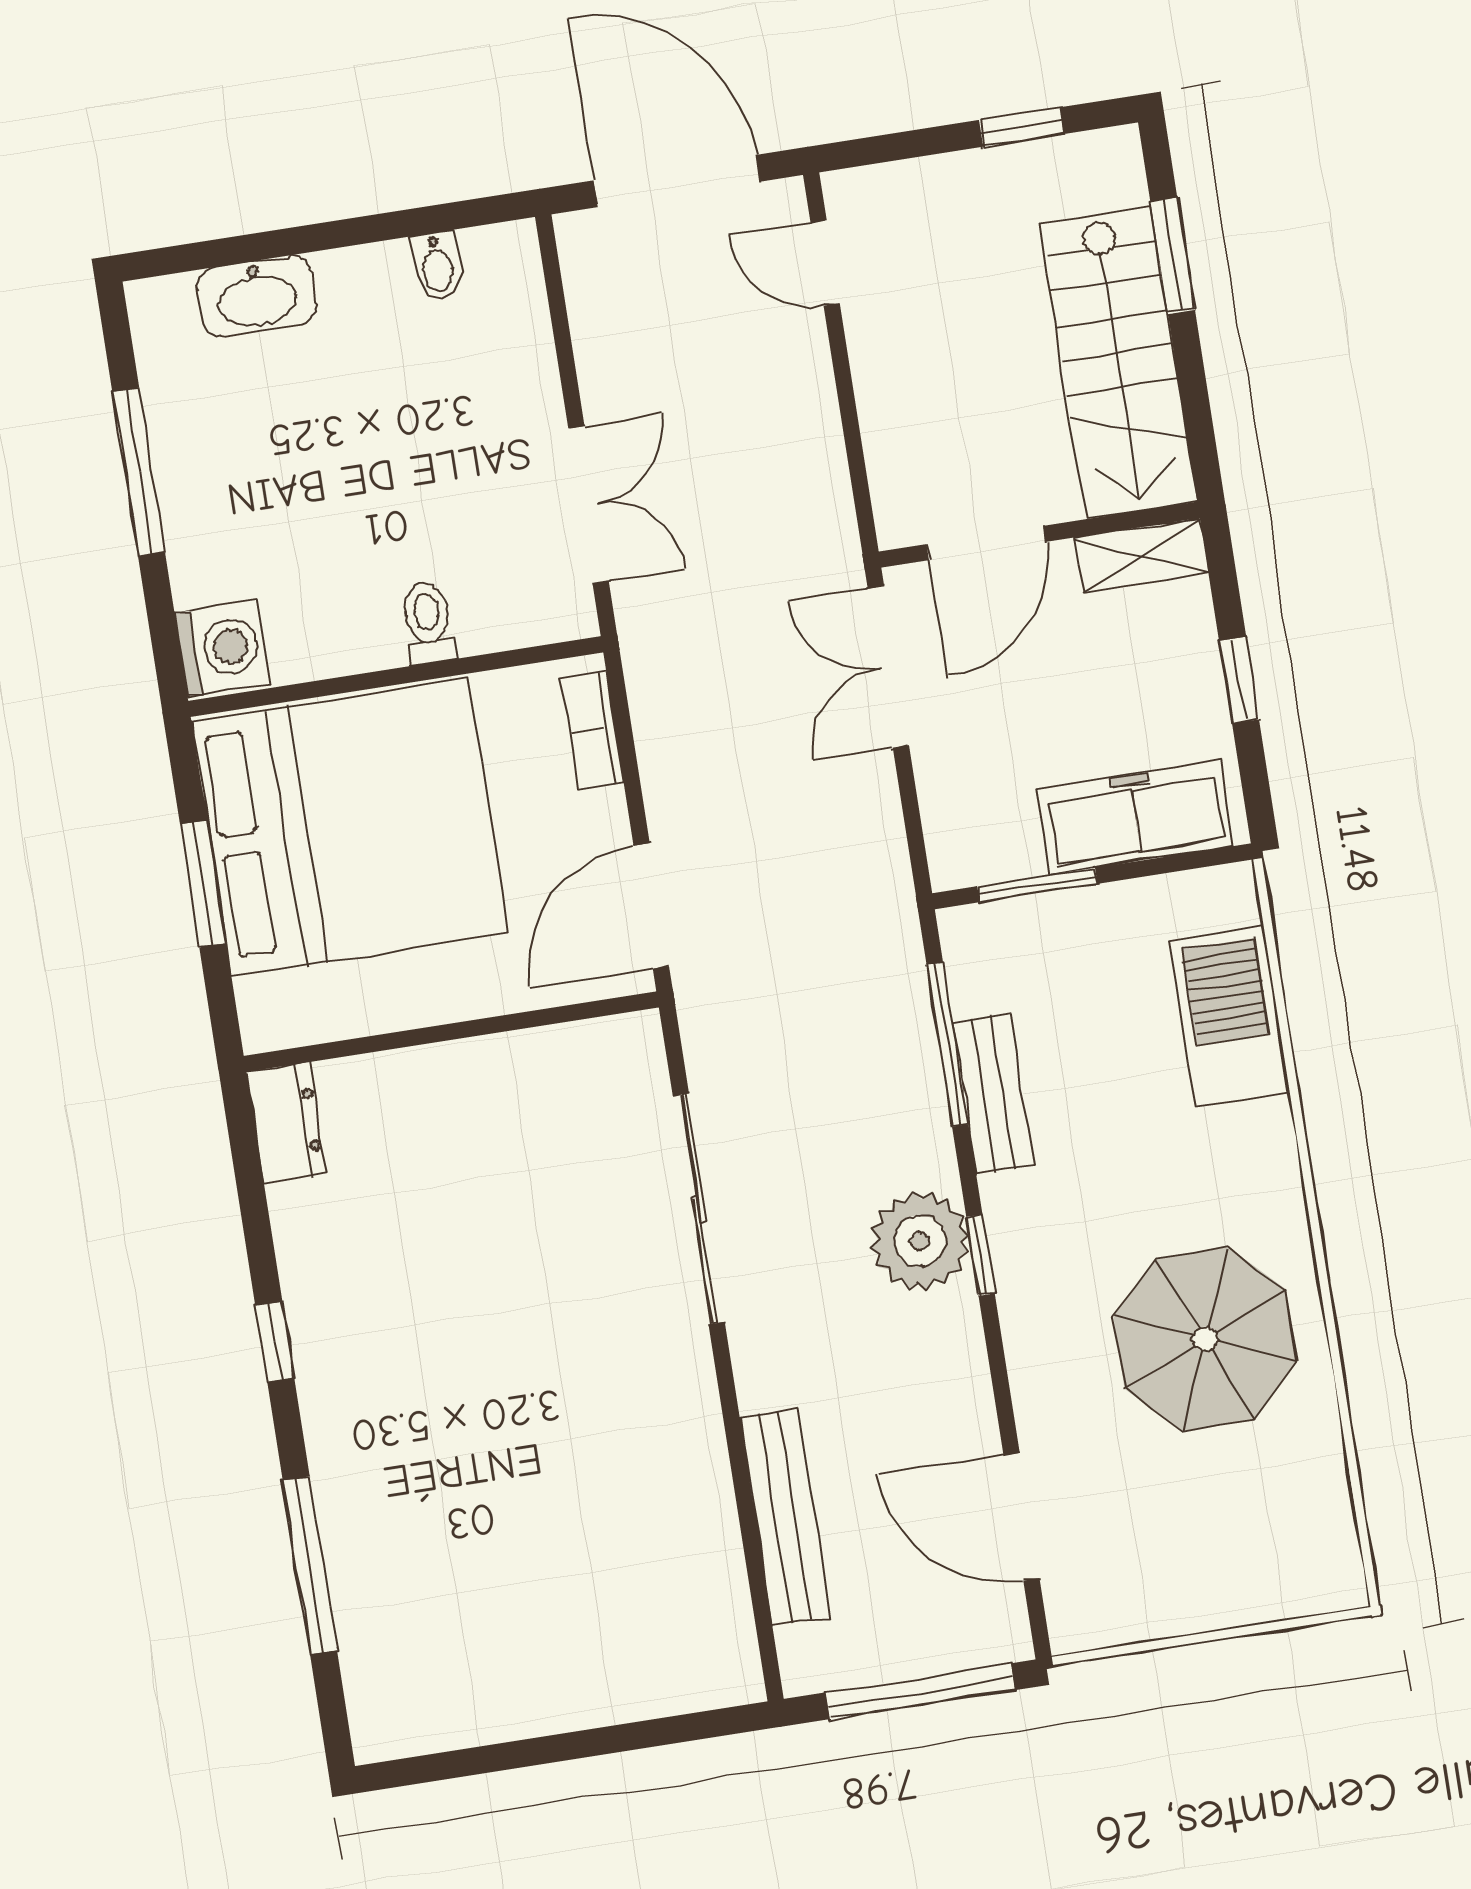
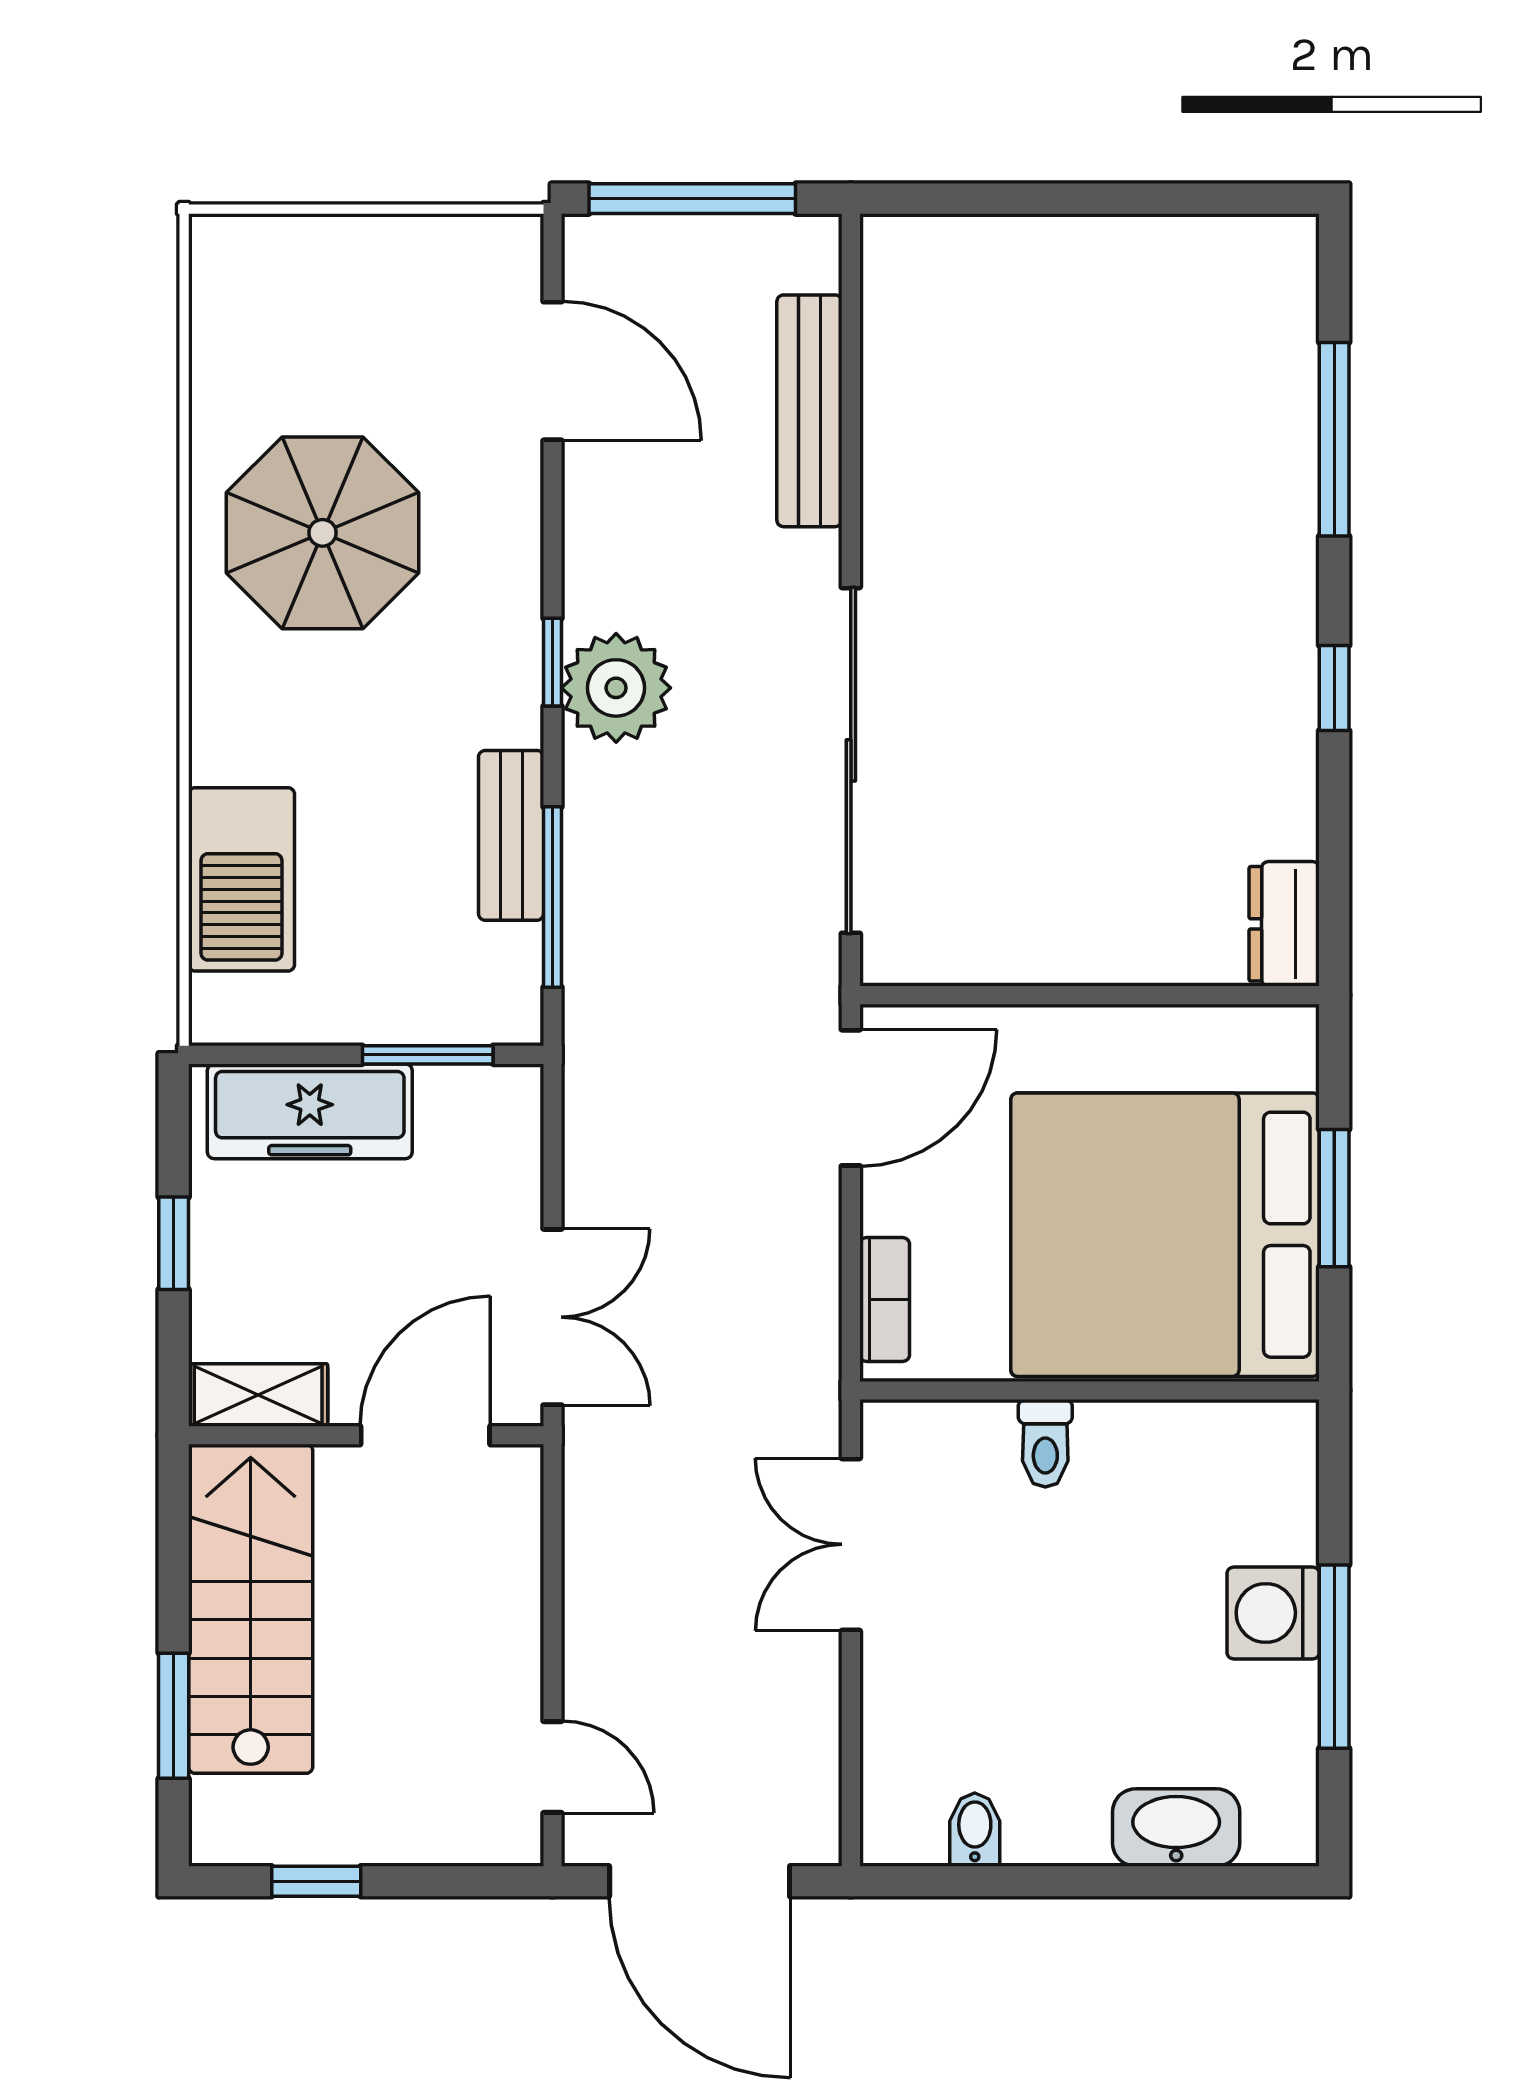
washing machine: (222, 648) -> (1273, 1613), moved
sliding door: (699, 1209) -> (851, 760), width x1.36

